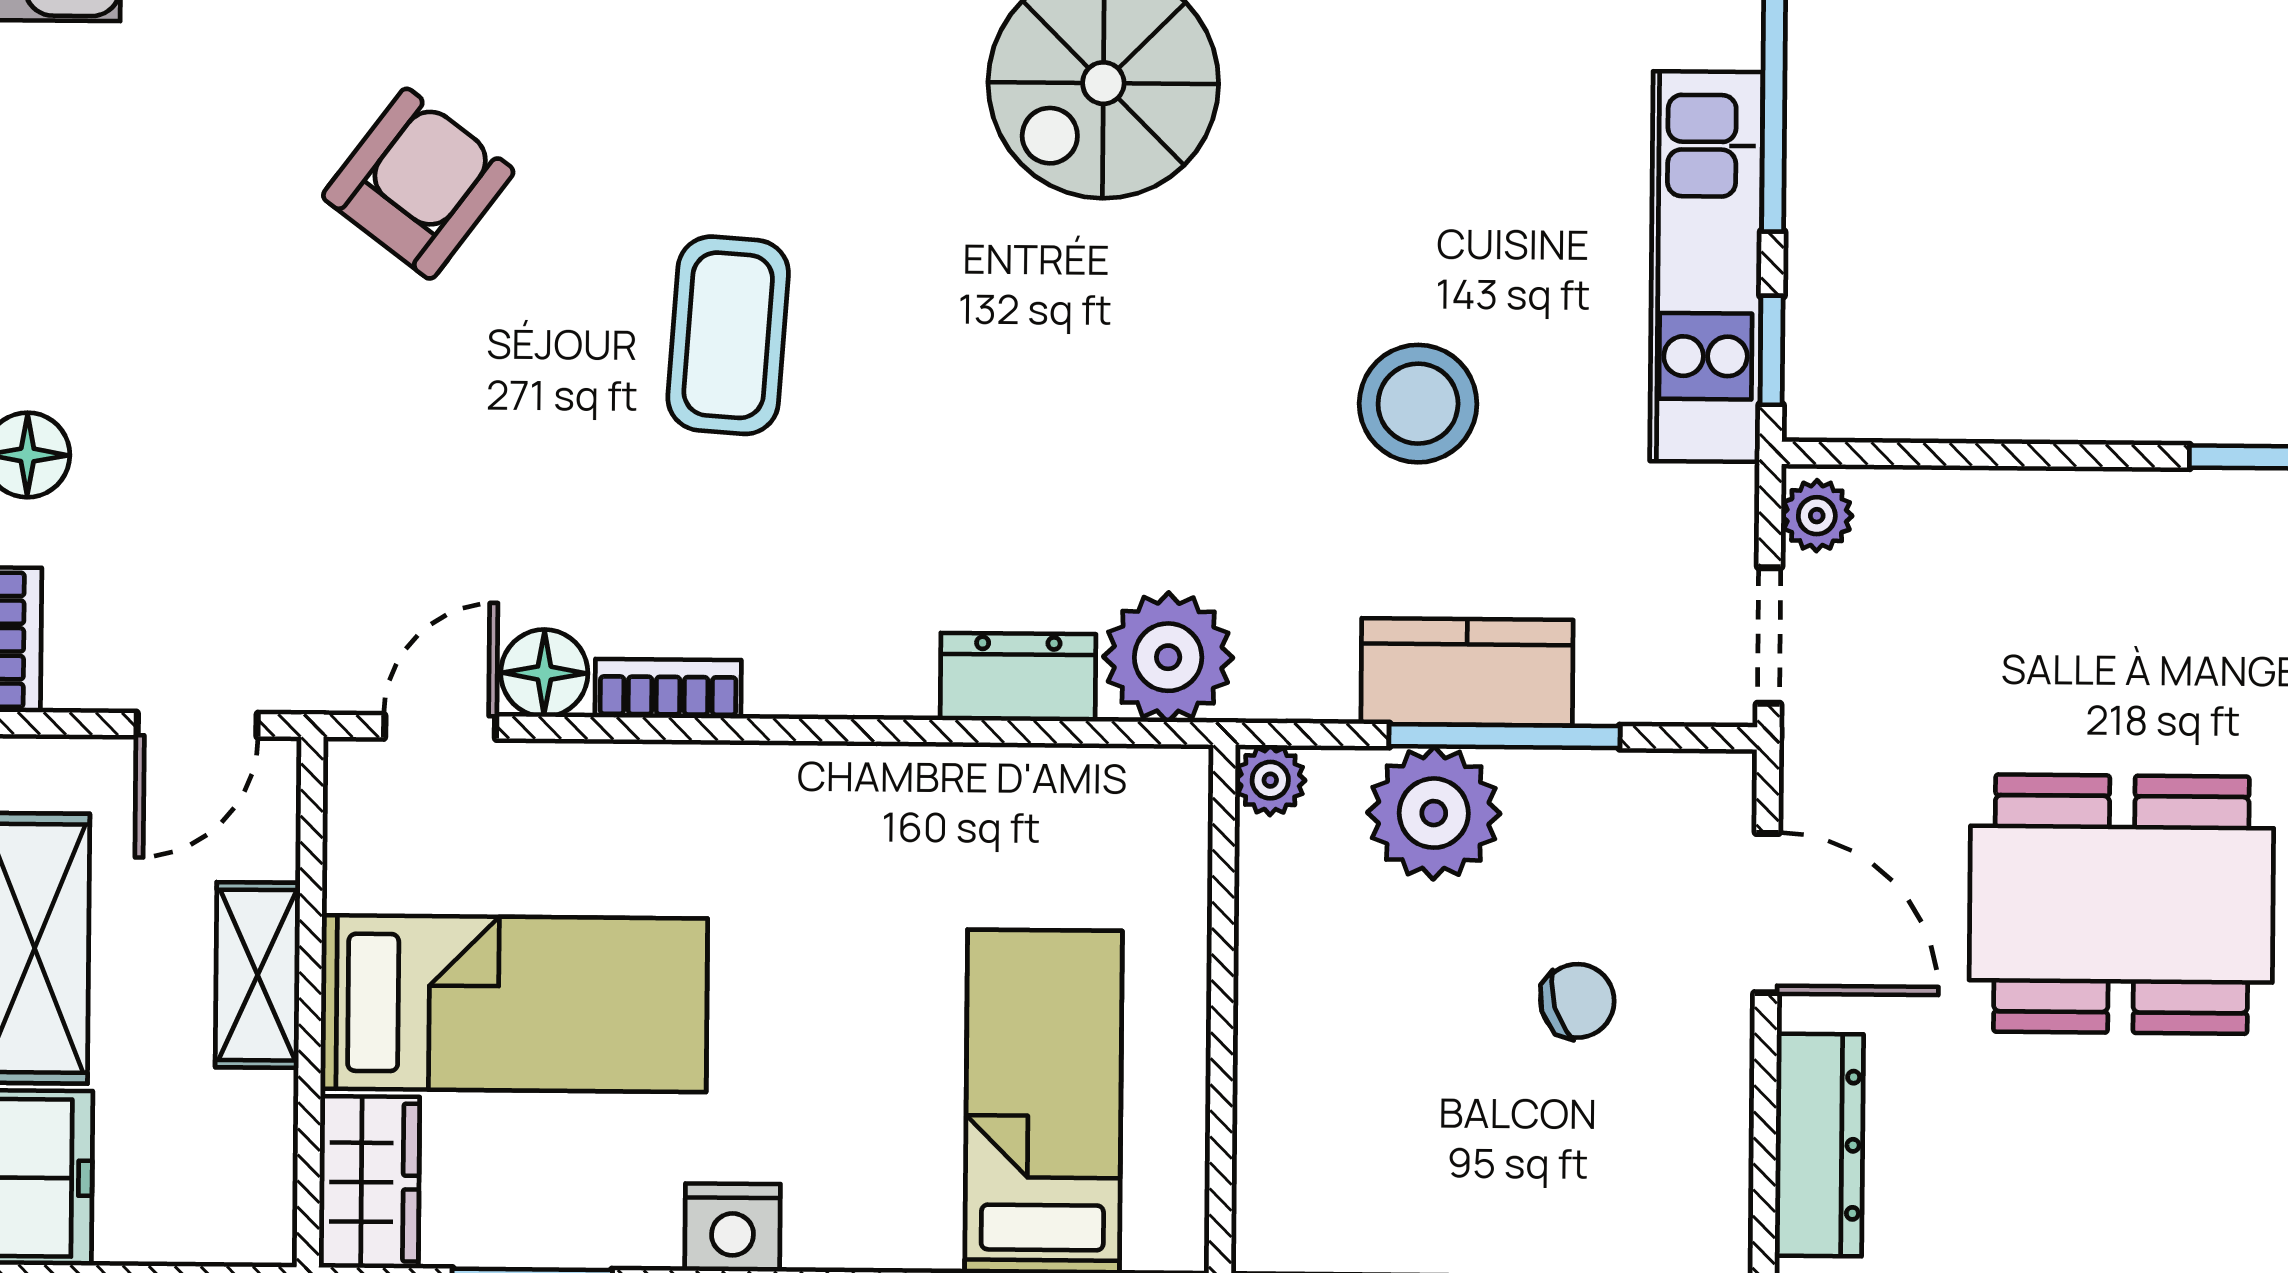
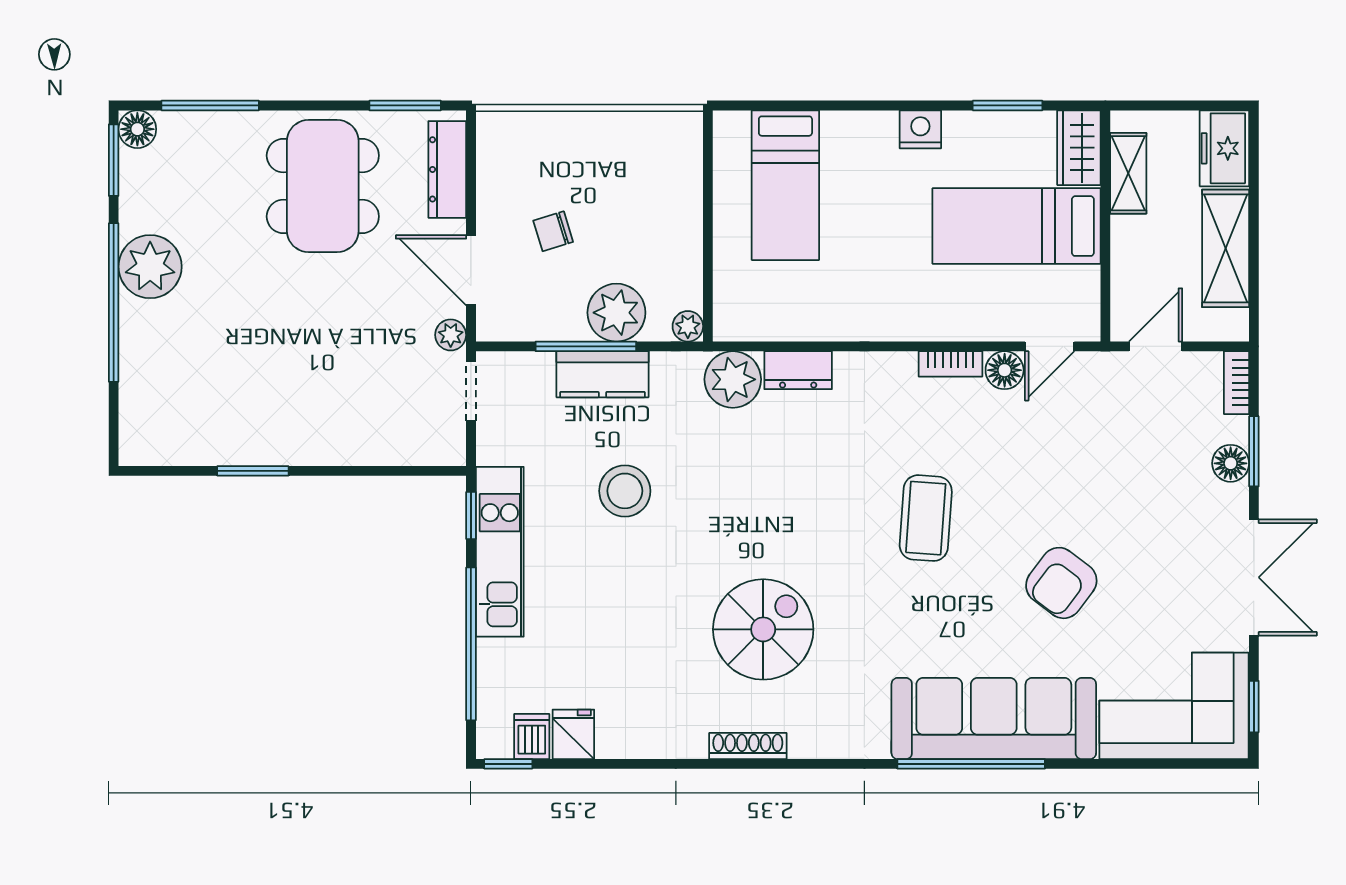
plant: (1817, 516) -> (451, 335), moved
dining table: (2121, 904) -> (323, 186), moved, turned 90
shelving: (258, 975) -> (1128, 173), moved

